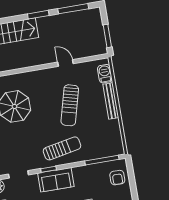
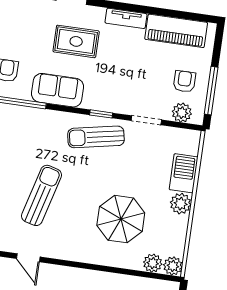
sun lounger: (62, 148) -> (96, 137), moved
sofa: (56, 180) -> (57, 90), moved

